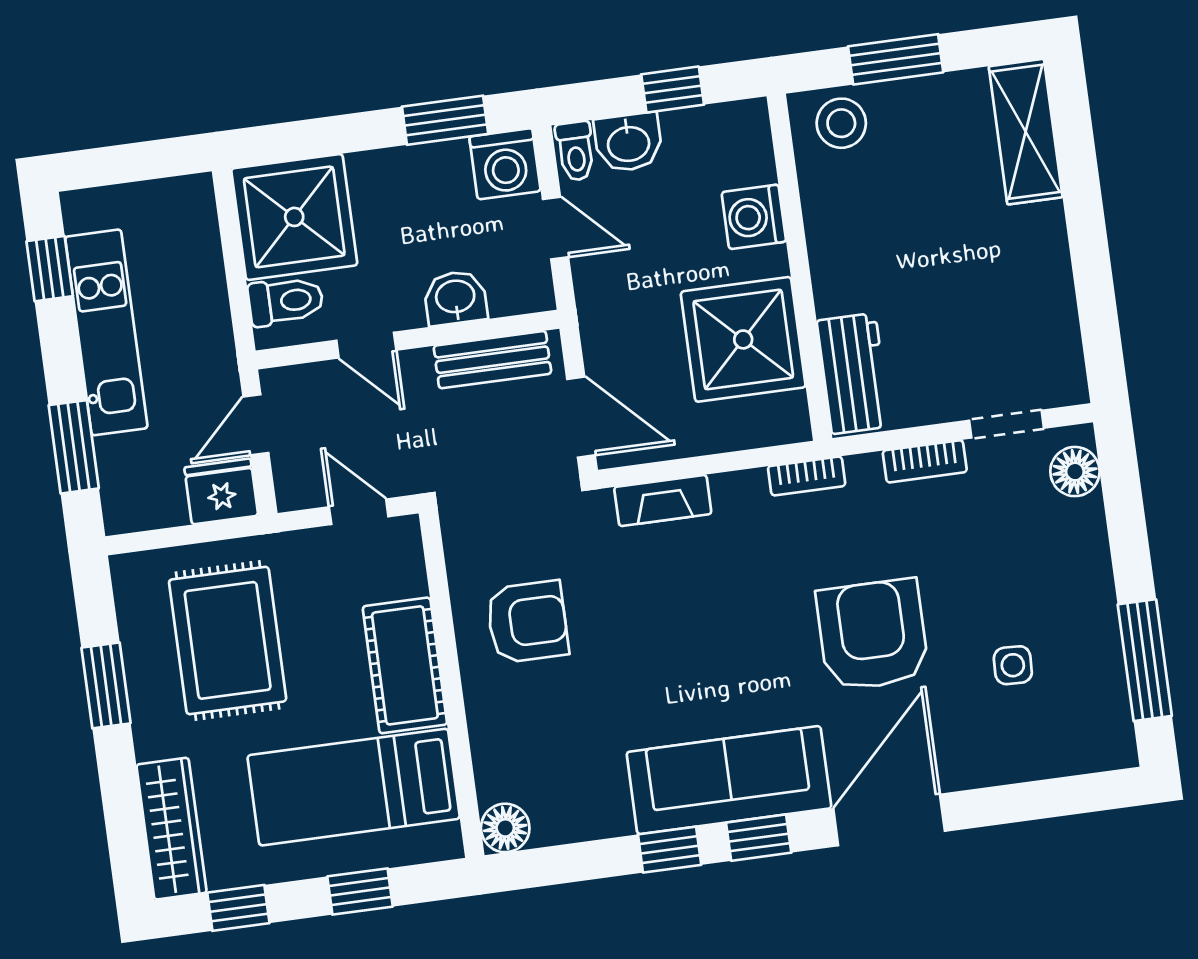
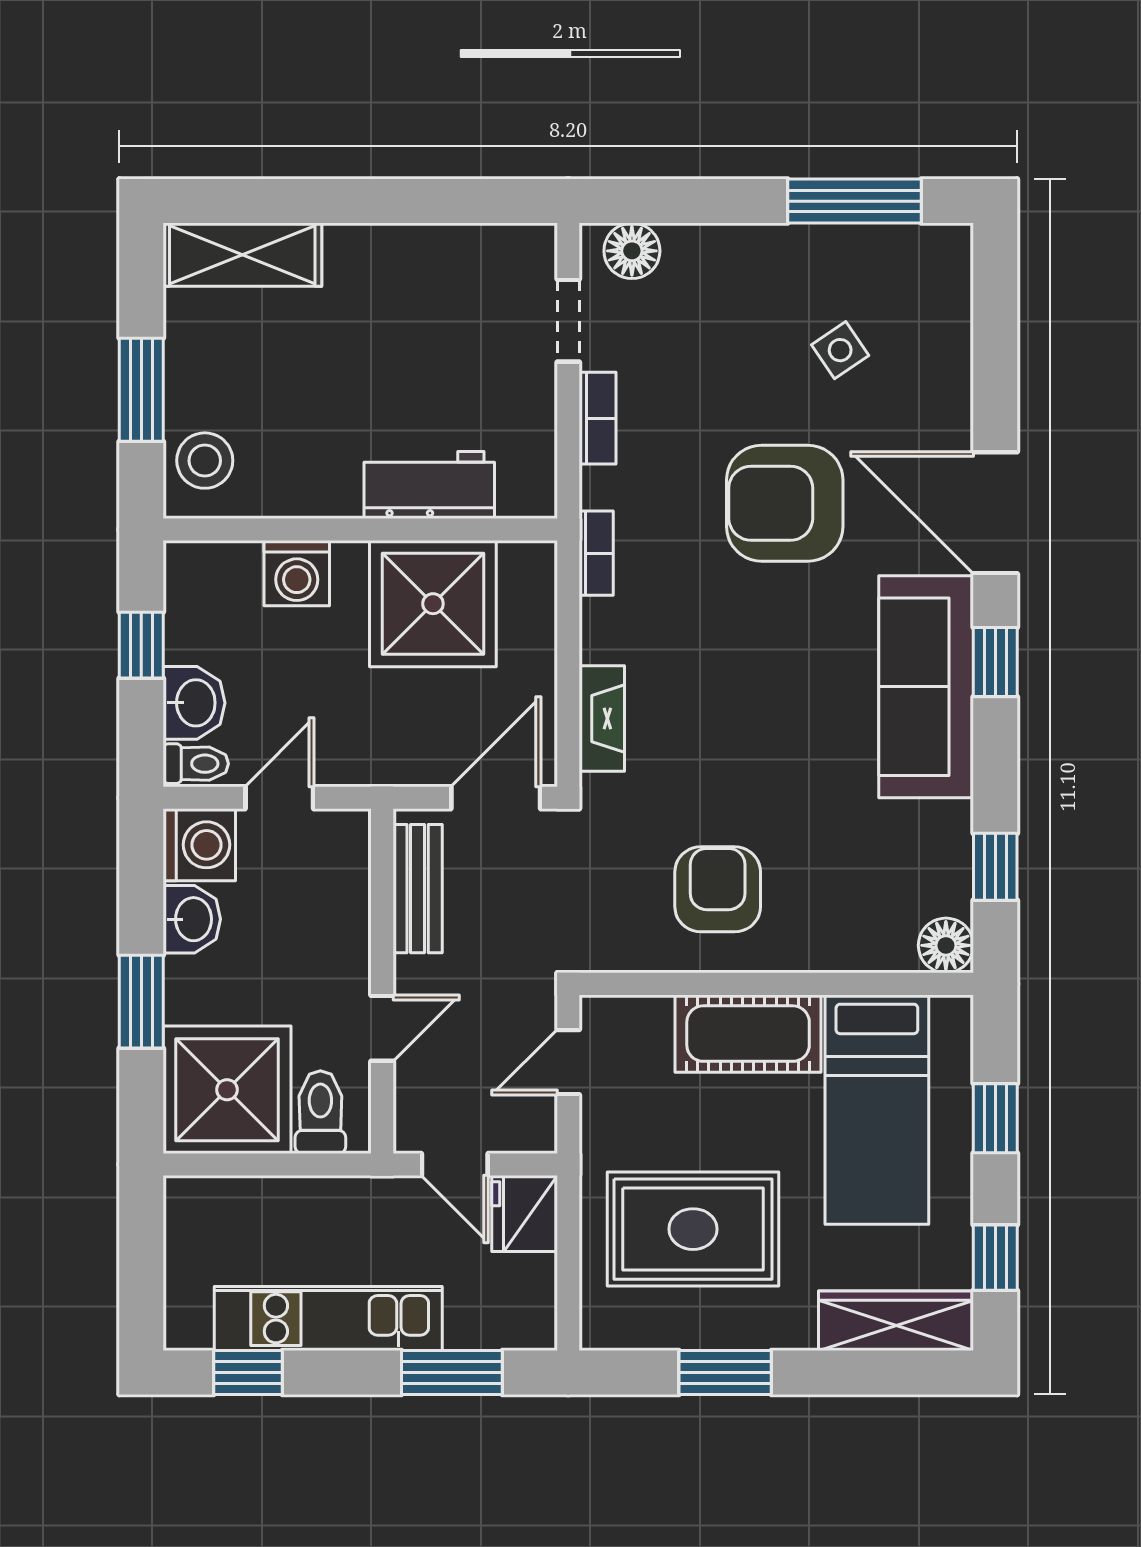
window: (445, 120) -> (141, 1002), moved
washbasin: (455, 298) -> (192, 919), moved, turned 180
workbench: (853, 373) -> (429, 485), moved
side table: (1013, 665) -> (840, 350), turned -36
window: (670, 850) -> (995, 867), moved

